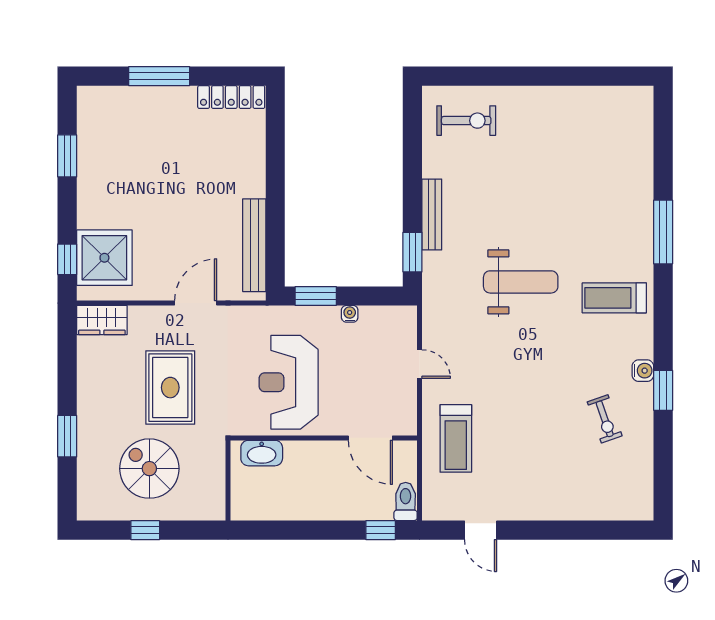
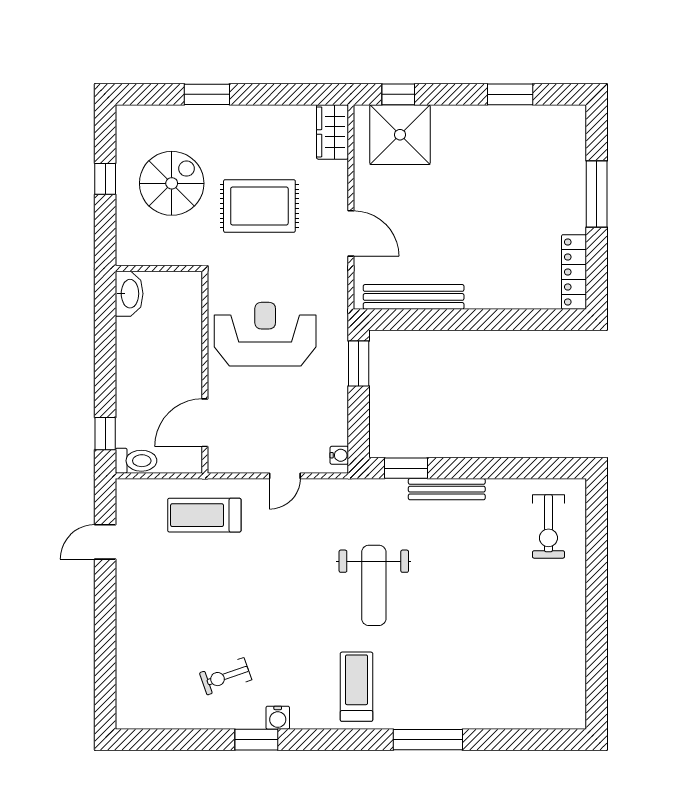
water cooler: (350, 314) -> (339, 455), moved
washbasin: (262, 453) -> (129, 294), moved, turned 180

